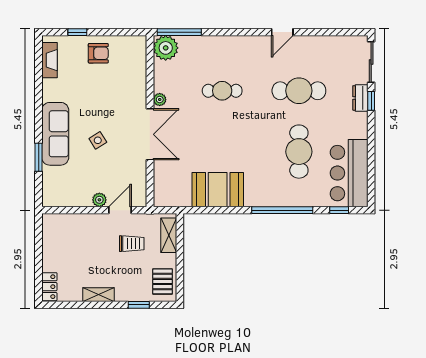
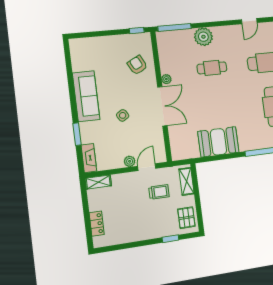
window: (77, 32) -> (137, 31), moved
plant: (166, 48) -> (203, 37), moved
armchair: (98, 53) -> (137, 65), moved, turned -117
fireplace: (49, 60) -> (89, 158), moved
sofa: (55, 134) -> (86, 96), moved
locker: (49, 287) -> (97, 224), moved
shelving: (99, 295) -> (98, 182), moved

